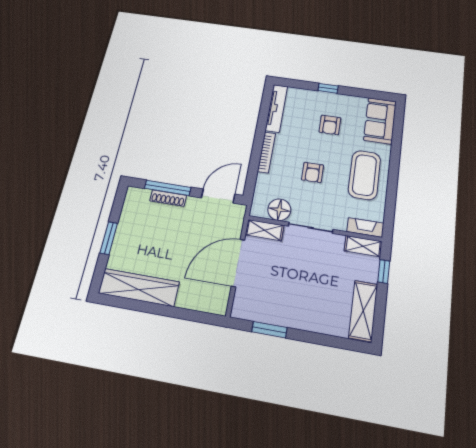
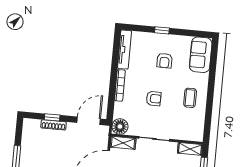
armchair: (313, 172) -> (154, 98), turned -89
coffee table: (364, 175) -> (190, 98), width x0.54, depth x0.58
window: (168, 188) -> (52, 117), width x0.46
floor lamp: (279, 210) -> (120, 126), moved
fireplace: (365, 227) -> (191, 136), removed

